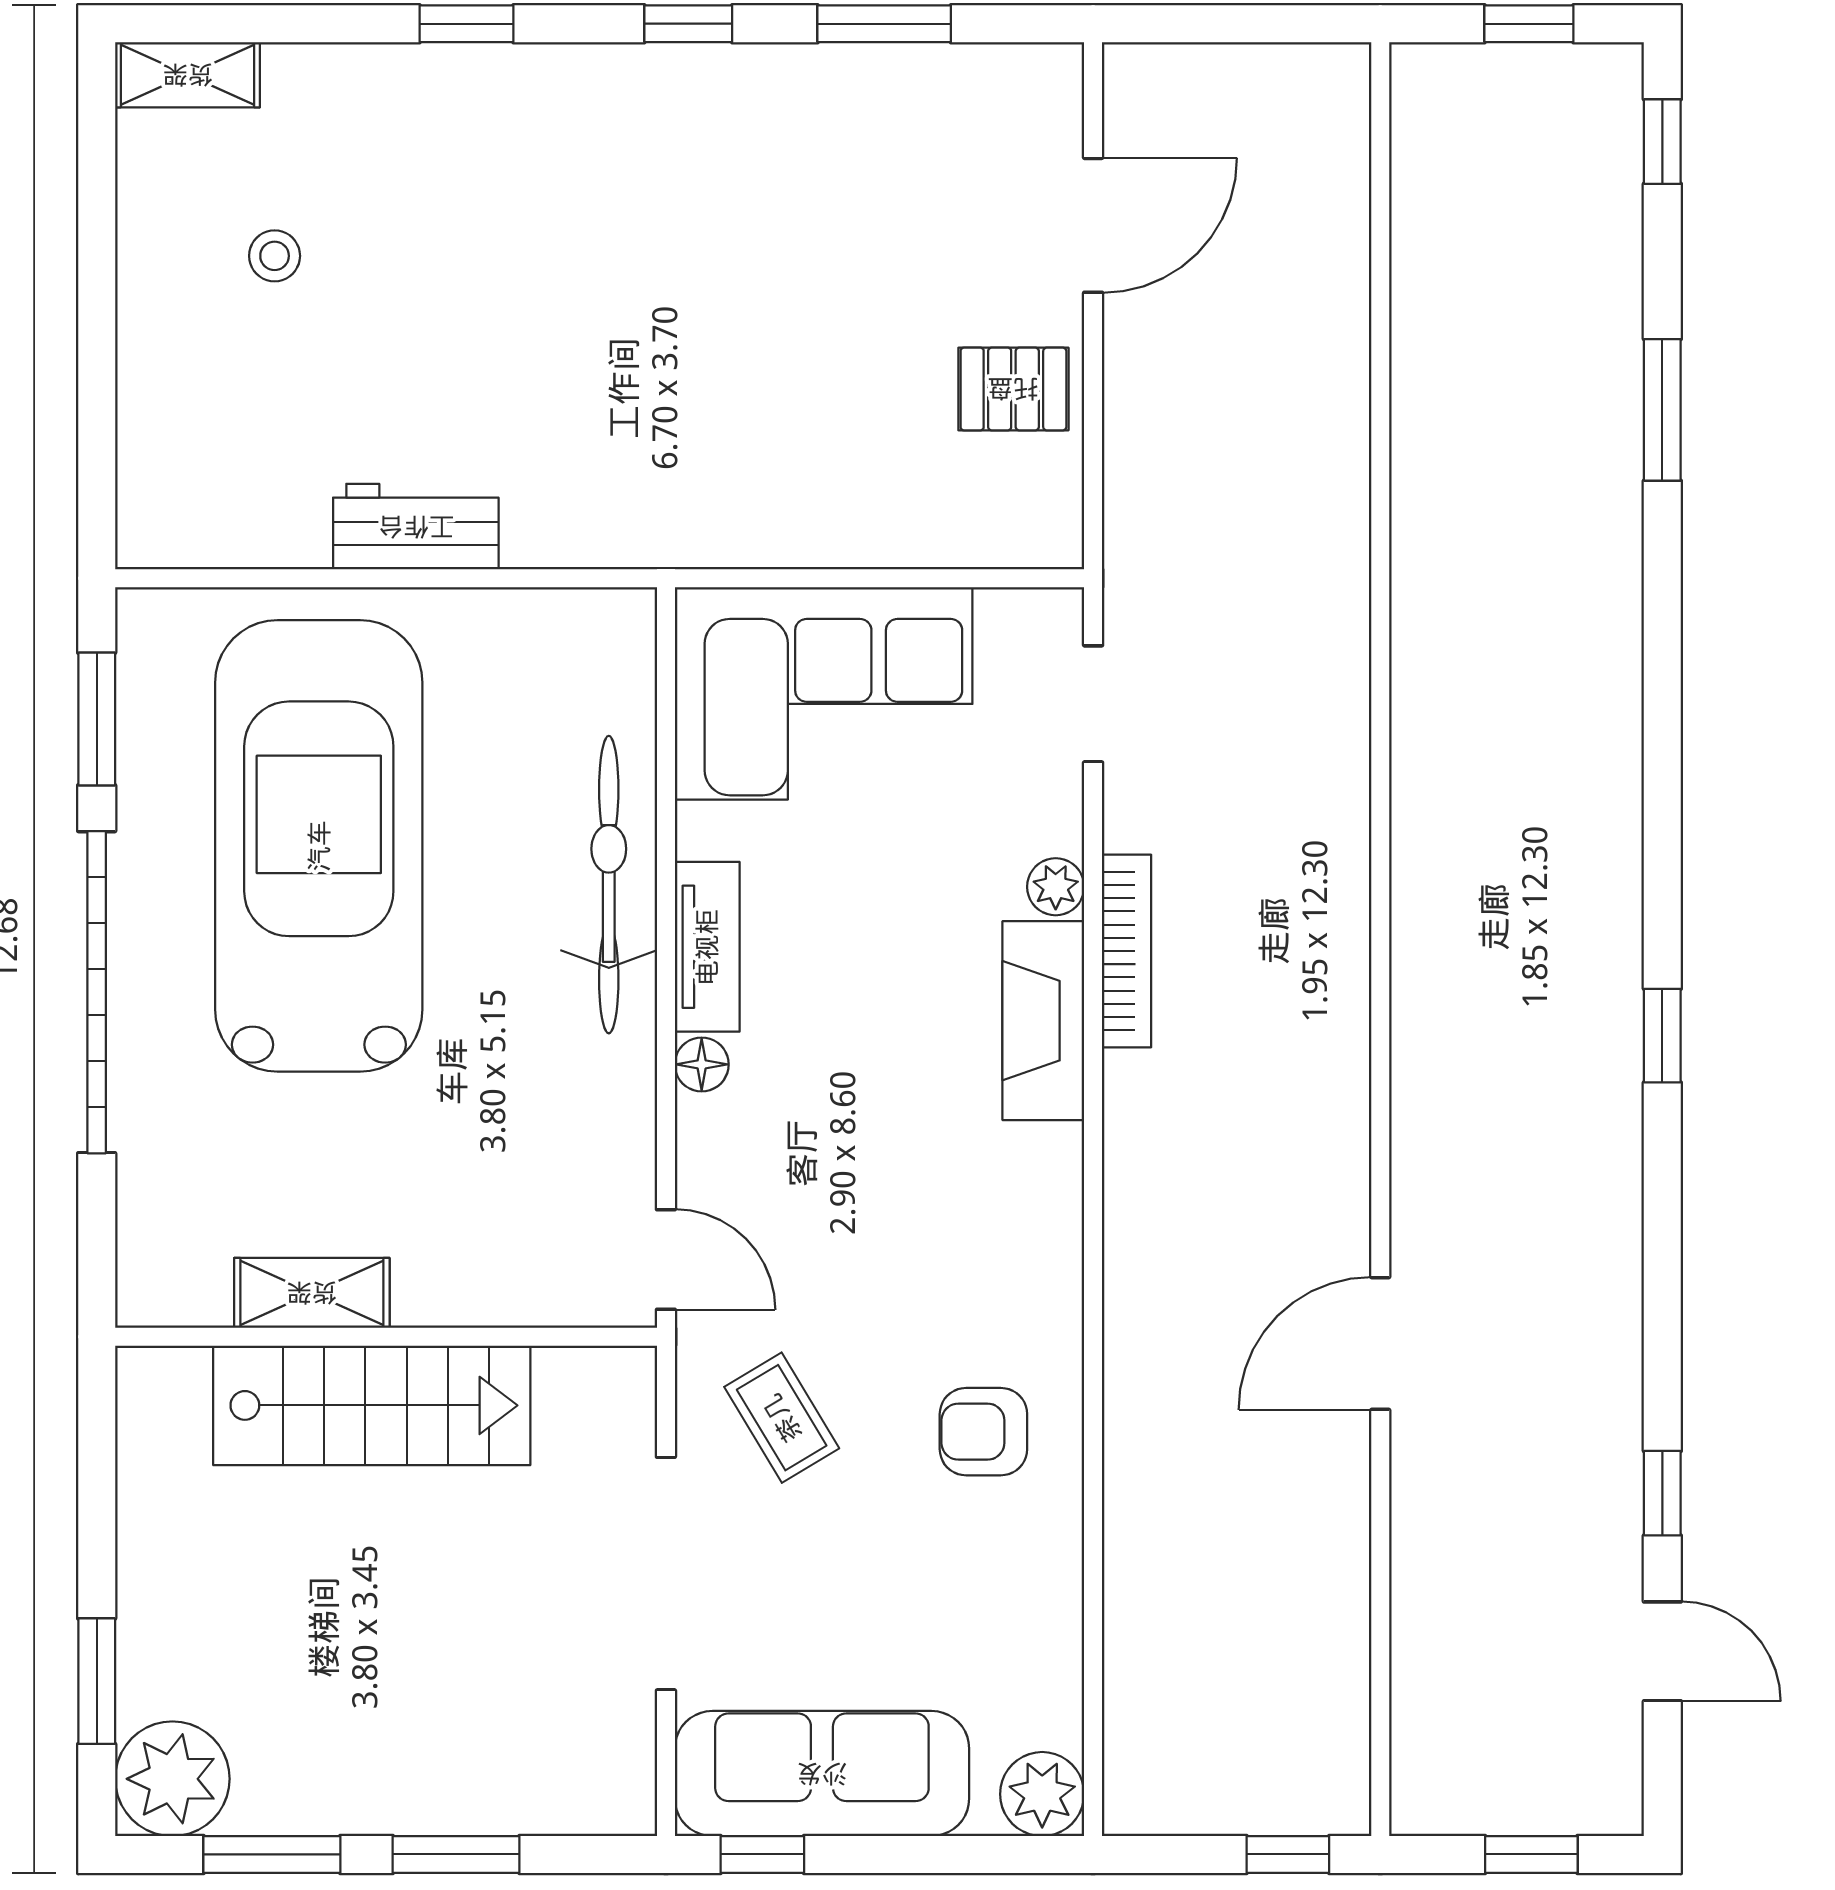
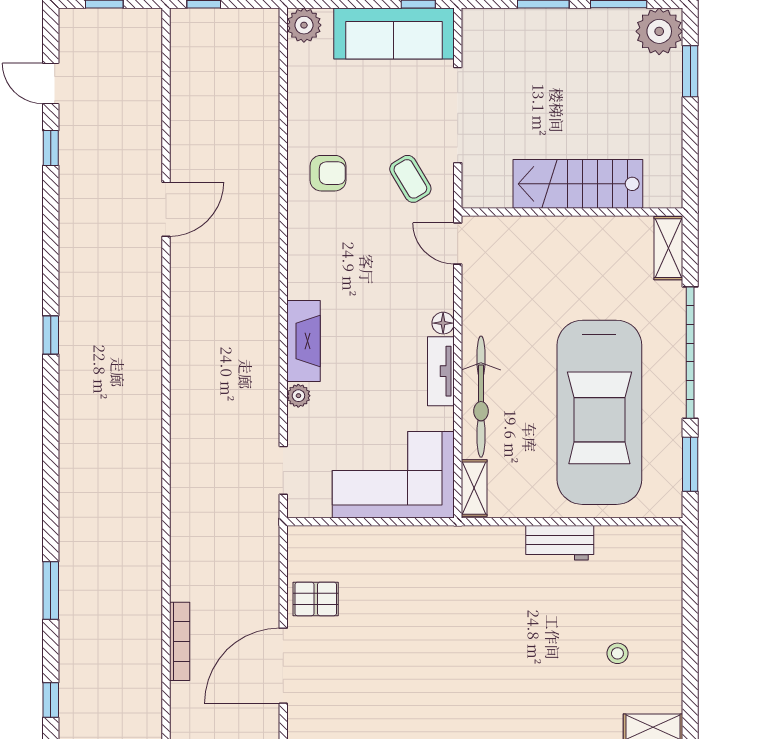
door: (1093, 225) -> (283, 666), width x1.36
shelving: (626, 660) -> (474, 488), added
bookcase: (1127, 951) -> (180, 641), moved, turned 180
shelving: (312, 1293) -> (668, 248), moved, turned 90

